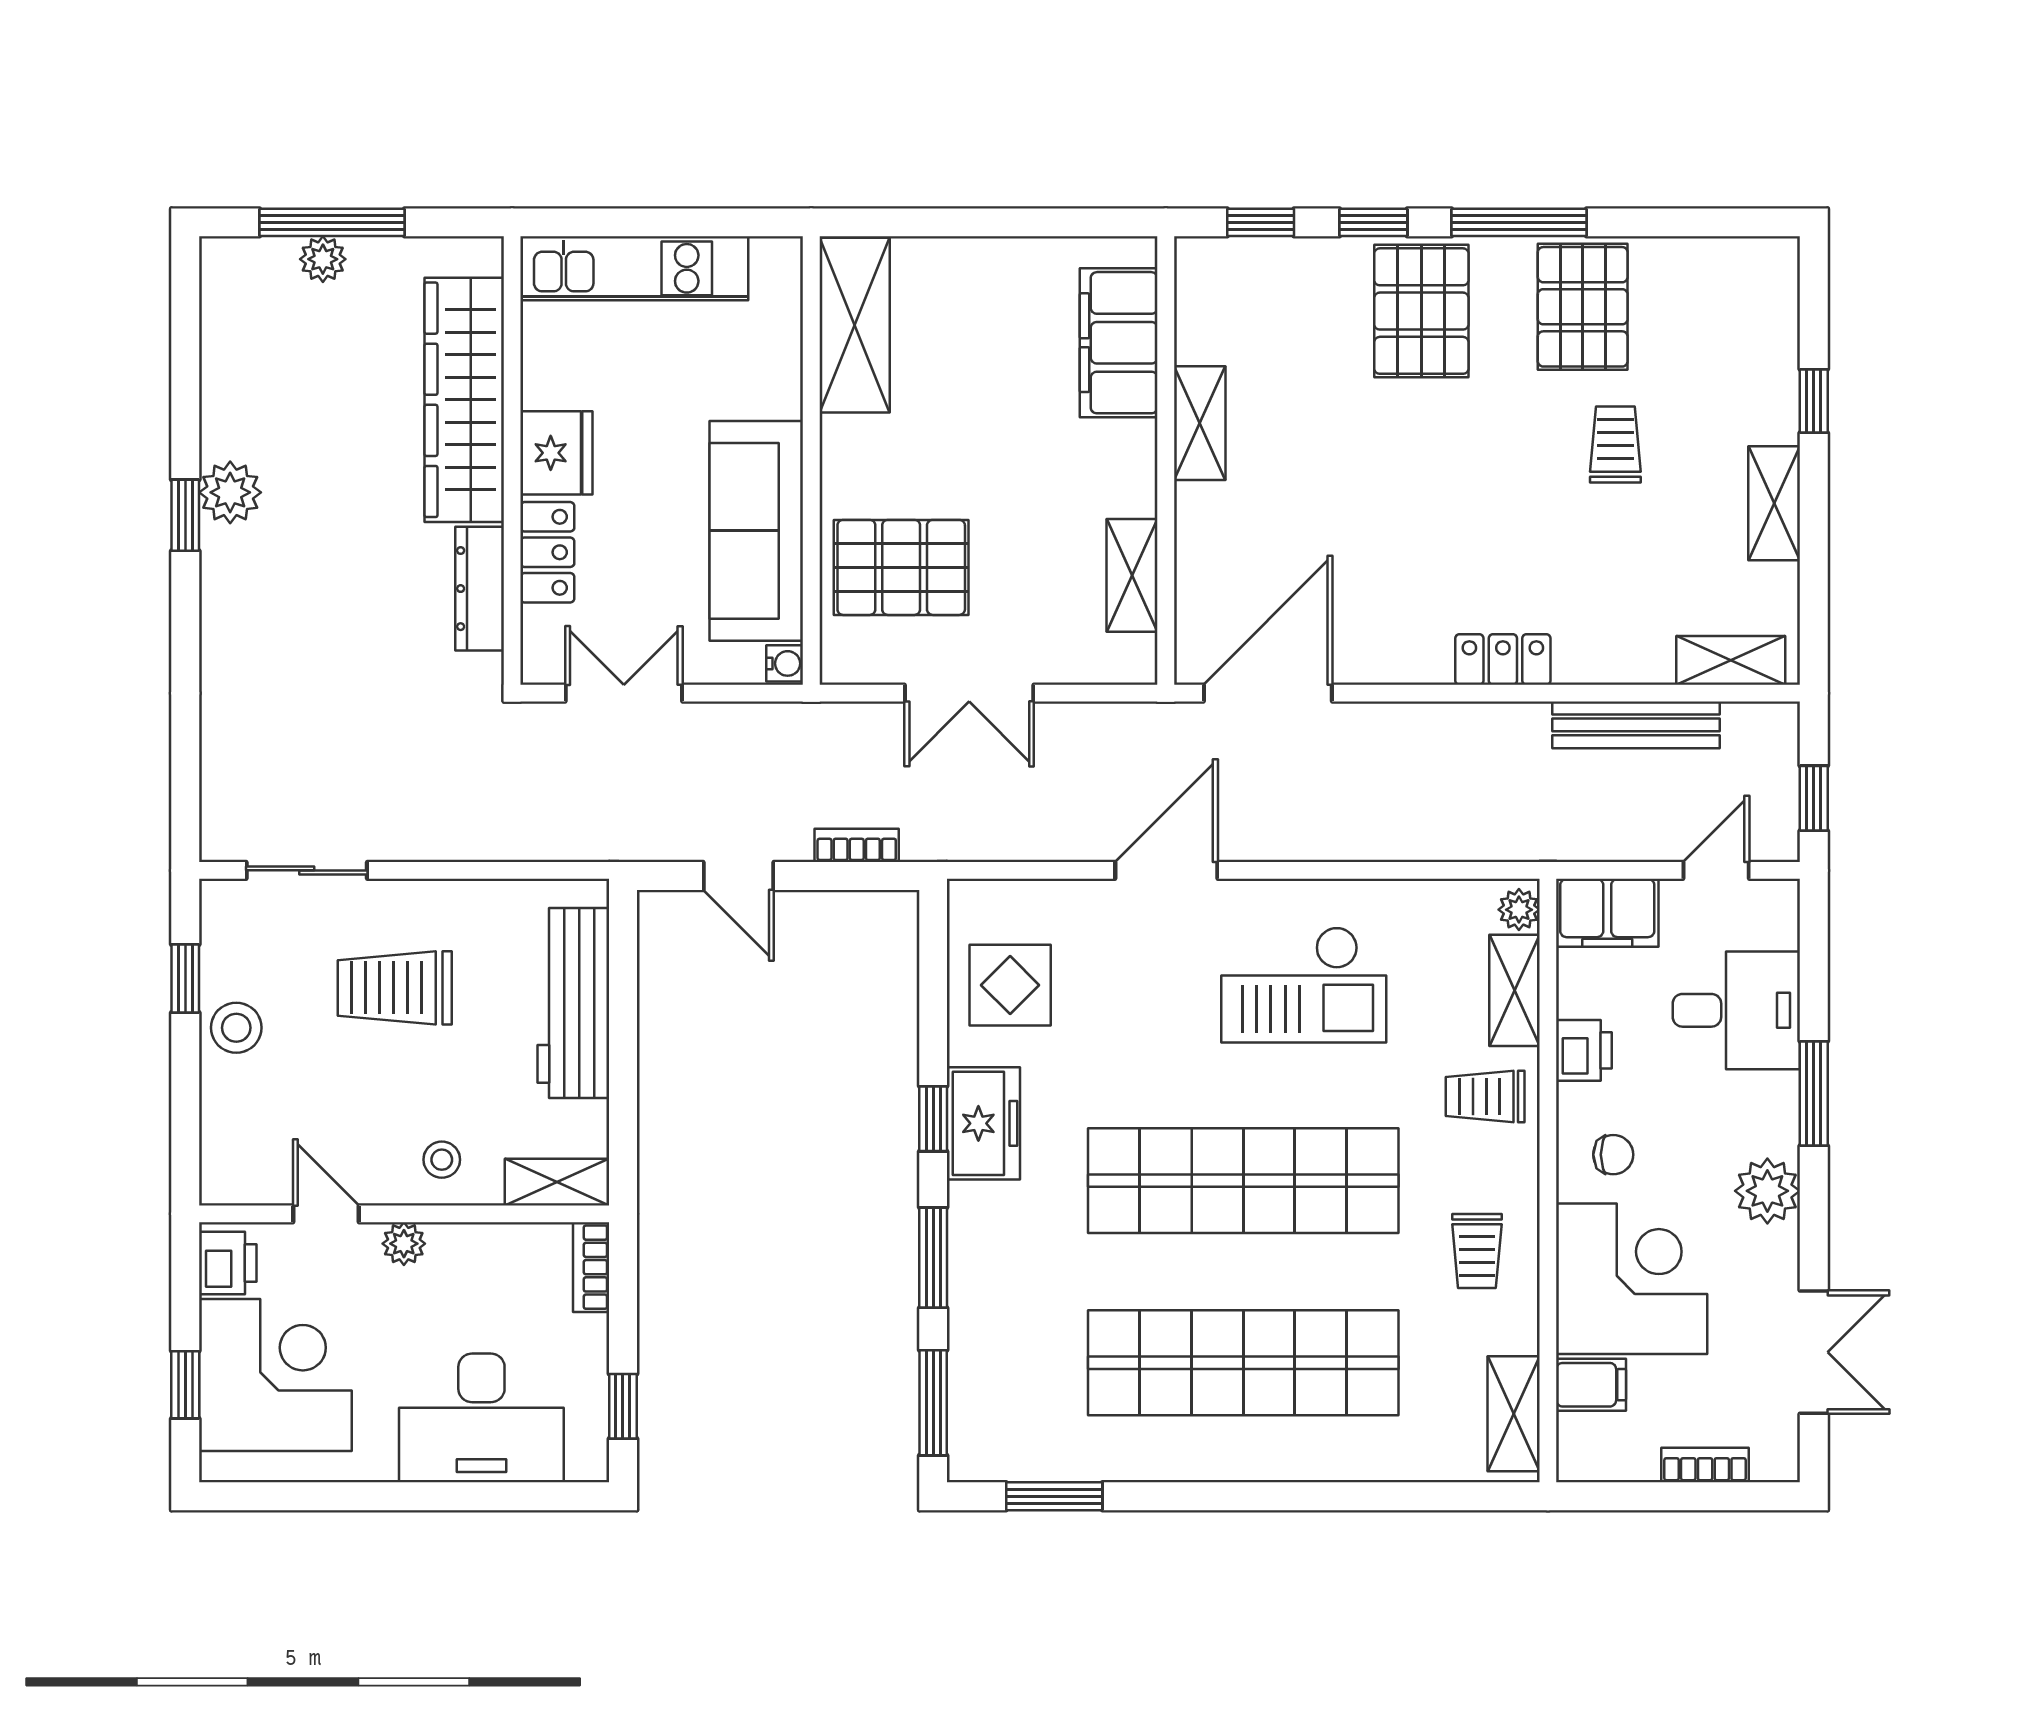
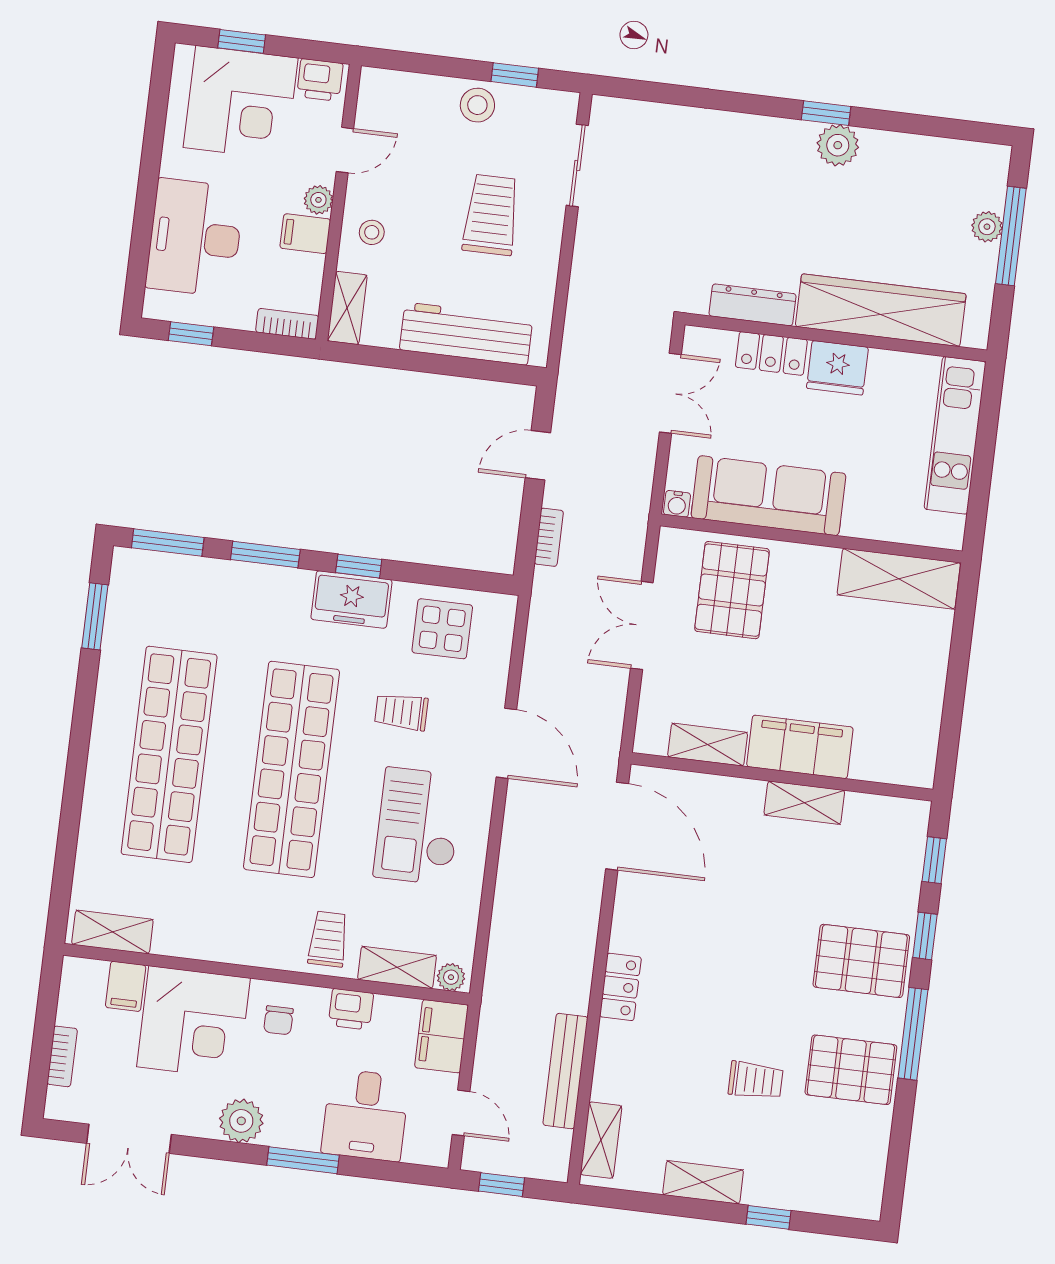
filing cabinet: (1119, 343) -> (800, 747), moved
trolley: (1477, 1251) -> (401, 712), moved
filing cabinet: (456, 1257) -> (305, 234), added

